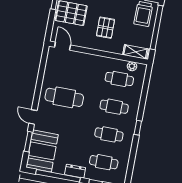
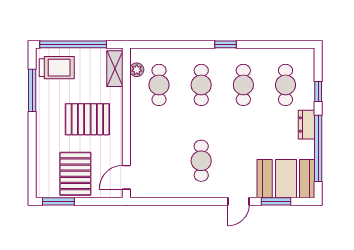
pallet: (106, 28) -> (87, 119), width x1.50, depth x1.42
cafe table: (64, 97) -> (201, 161), width x0.73, depth x0.74

